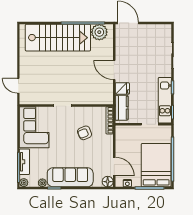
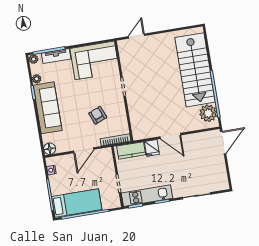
door: (114, 70) -> (170, 136), swing flipped
bed: (156, 165) -> (77, 203), width x0.67
door: (114, 167) -> (84, 150), moved

